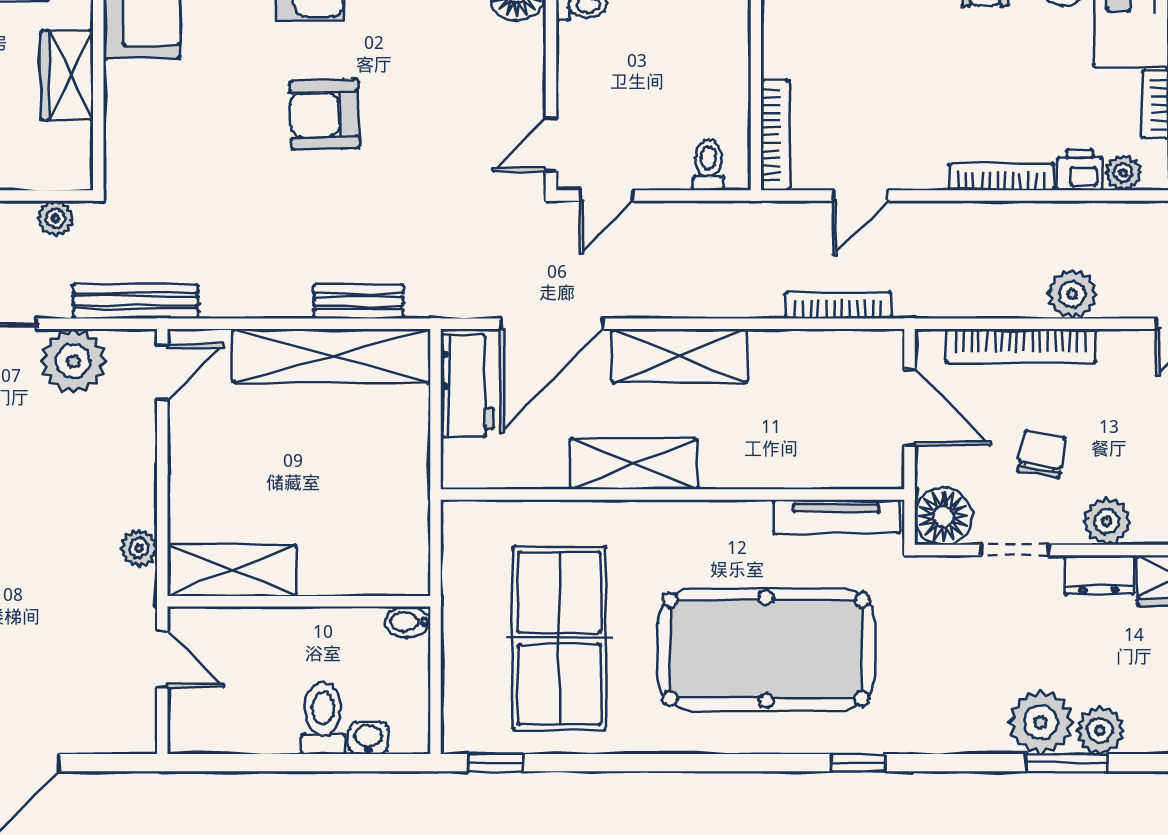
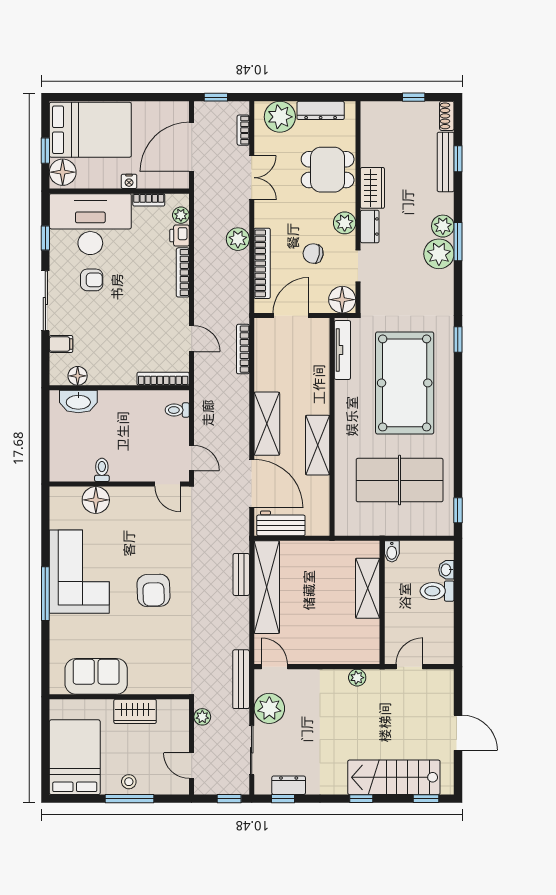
shelving: (232, 570) -> (368, 588), moved

